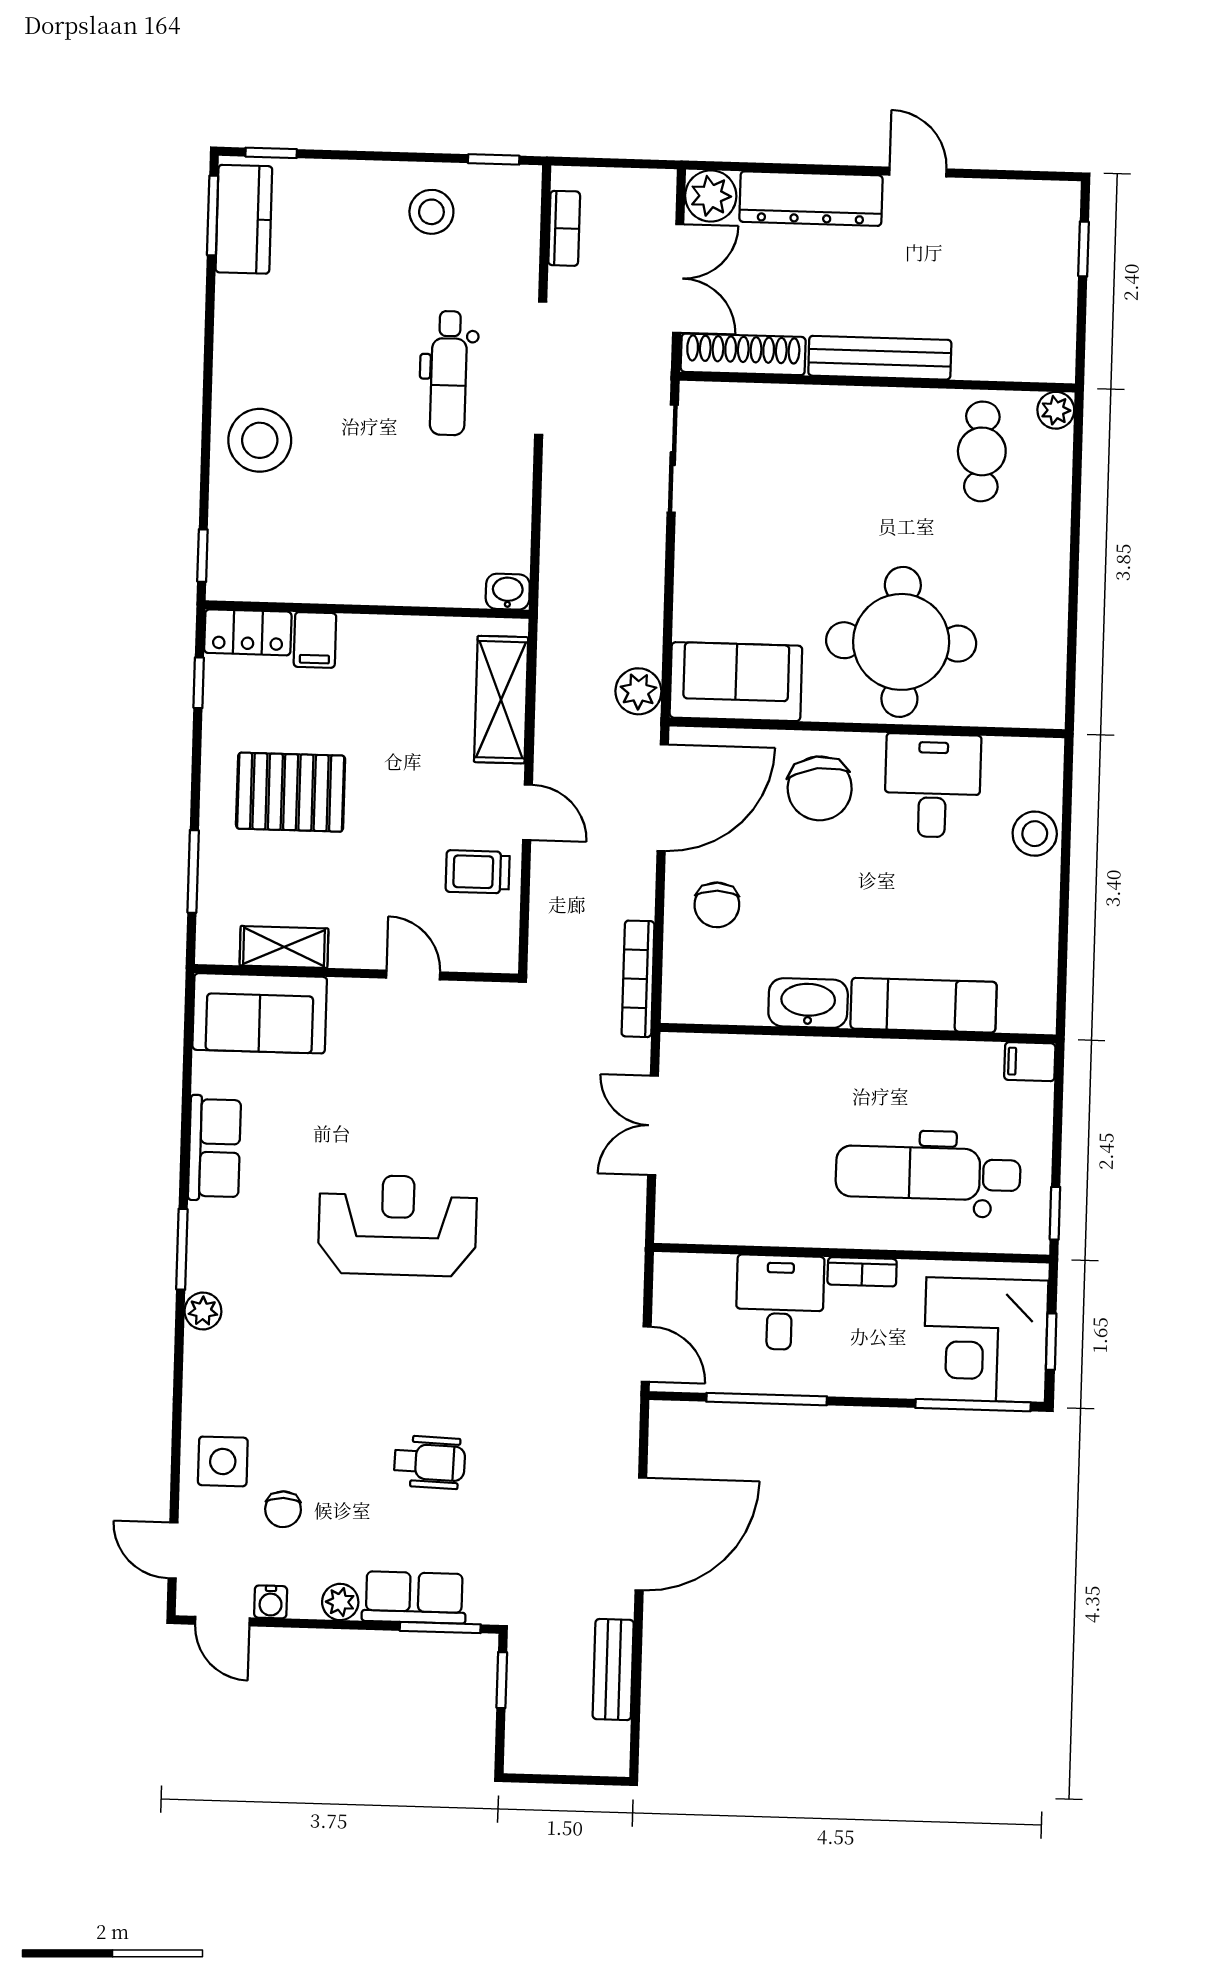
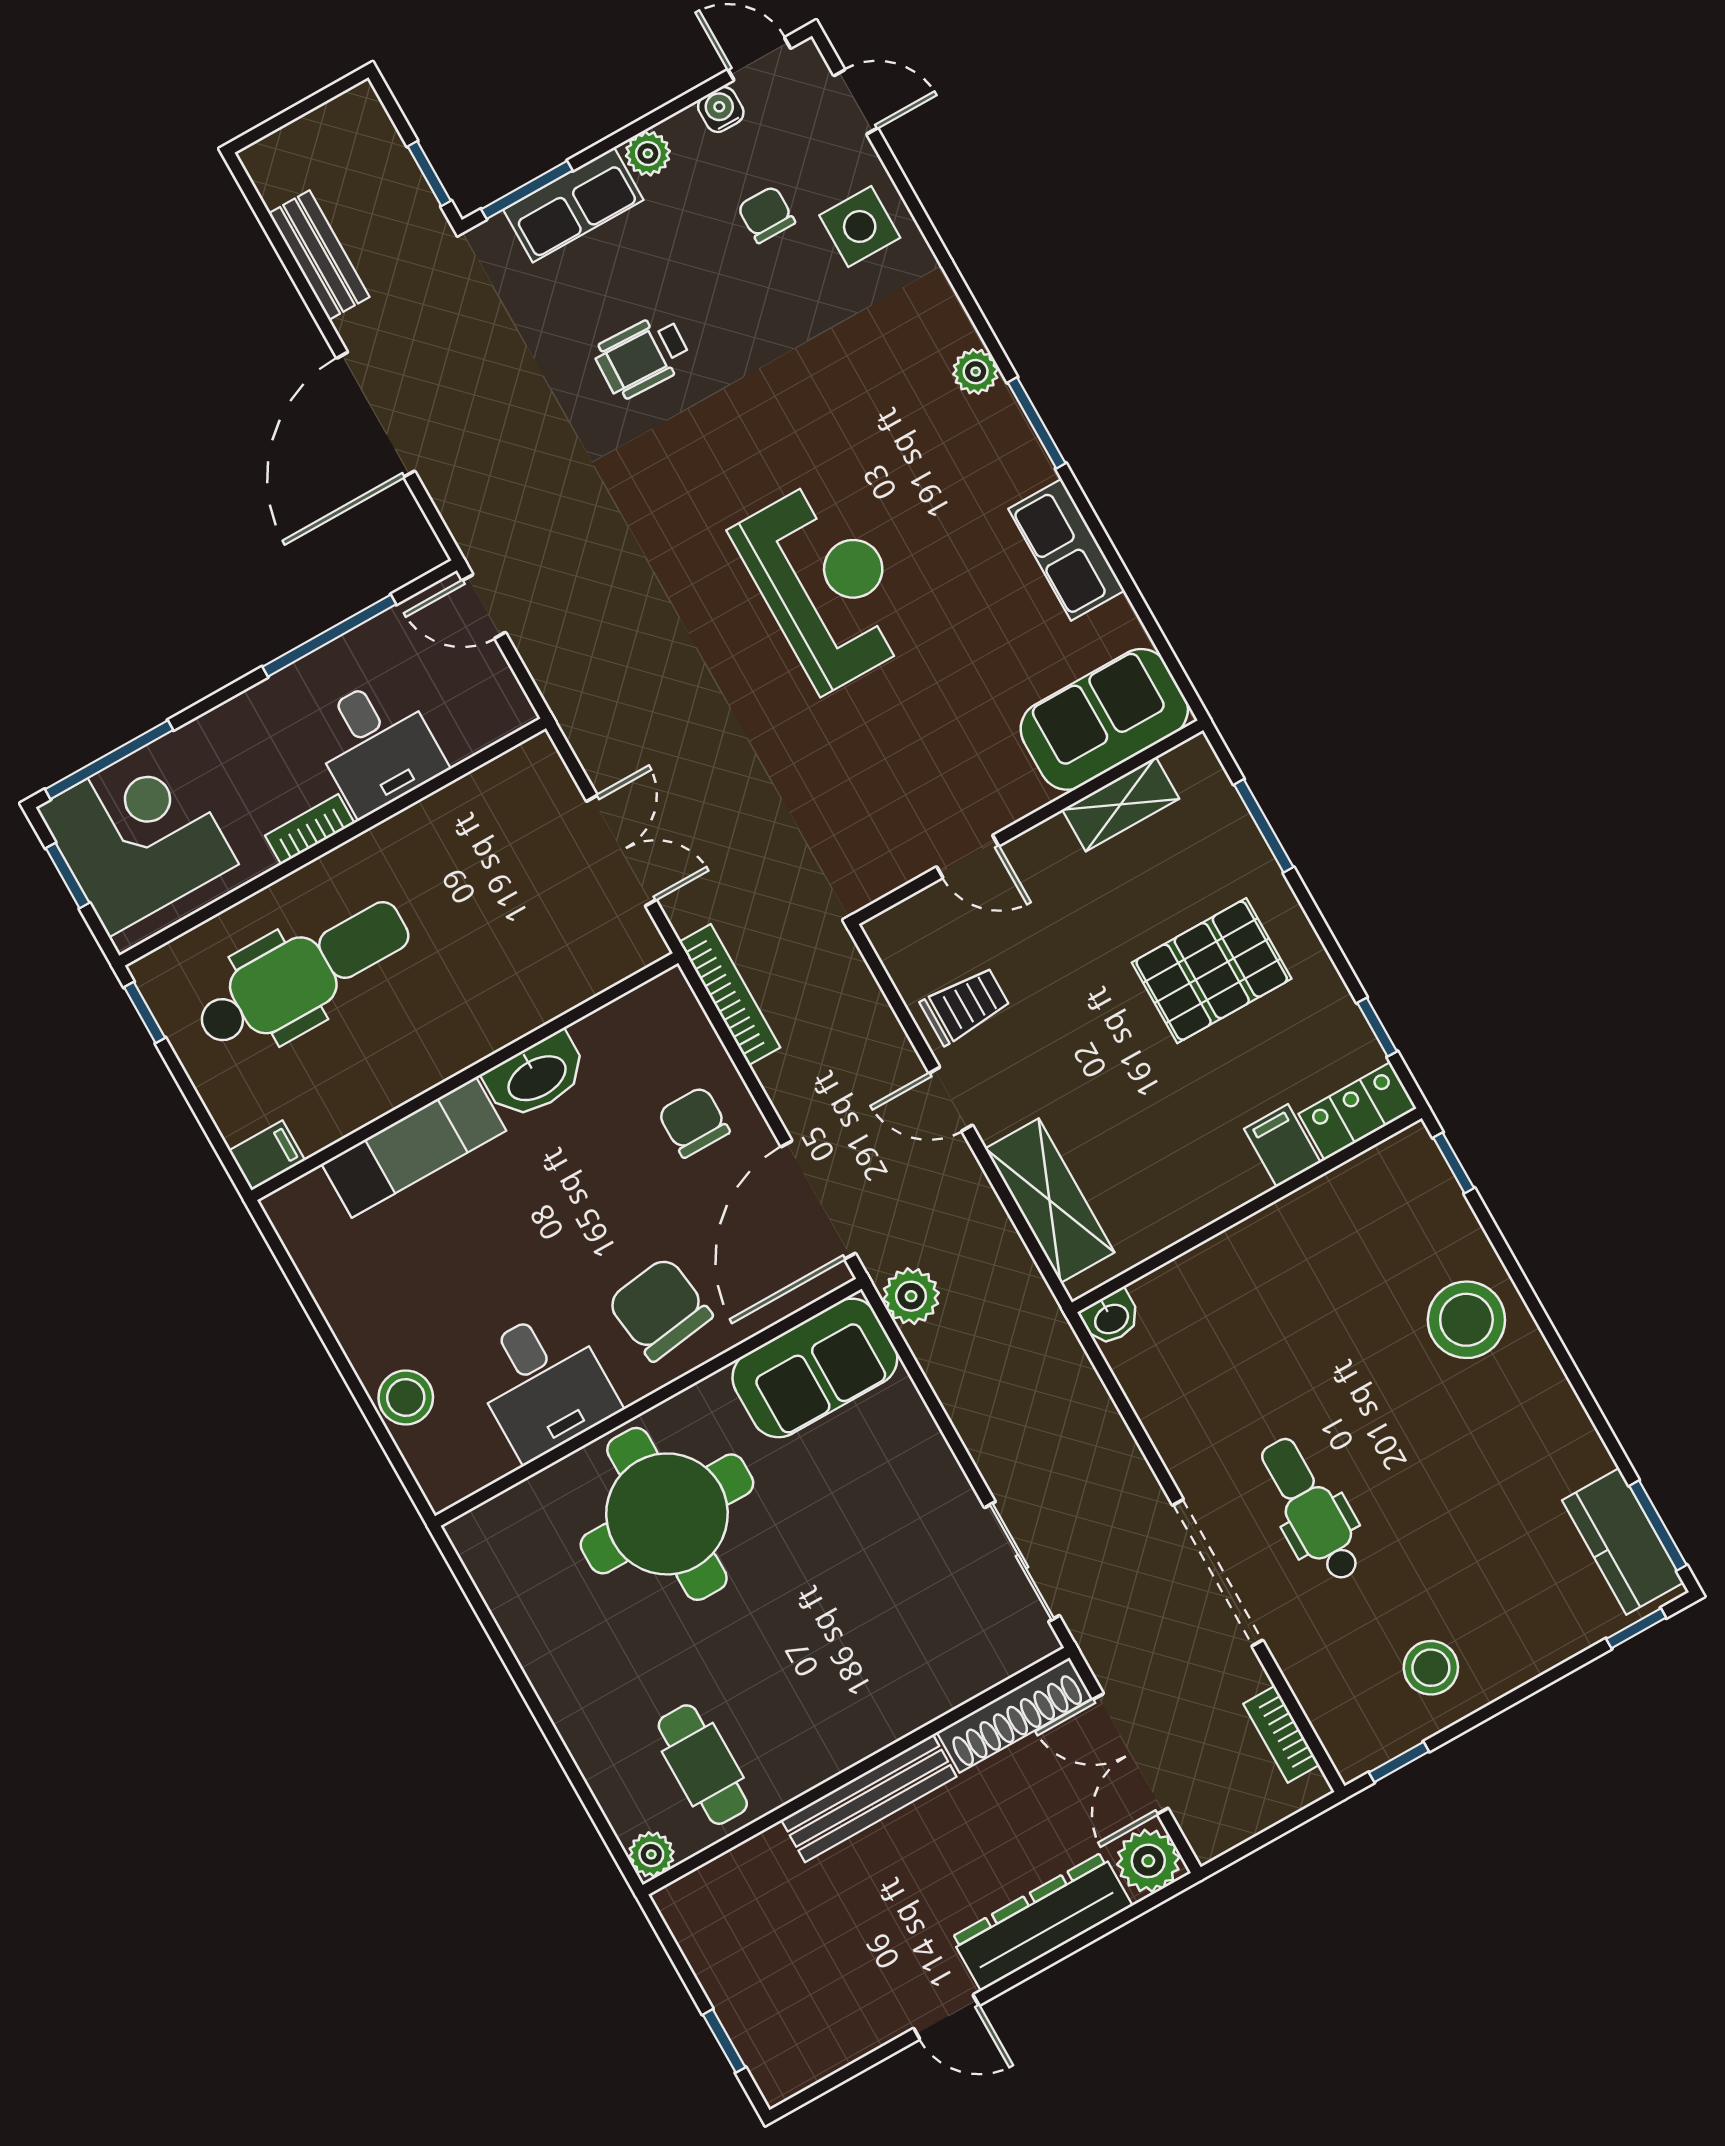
reception desk: (398, 1225) -> (826, 584), turned -90

